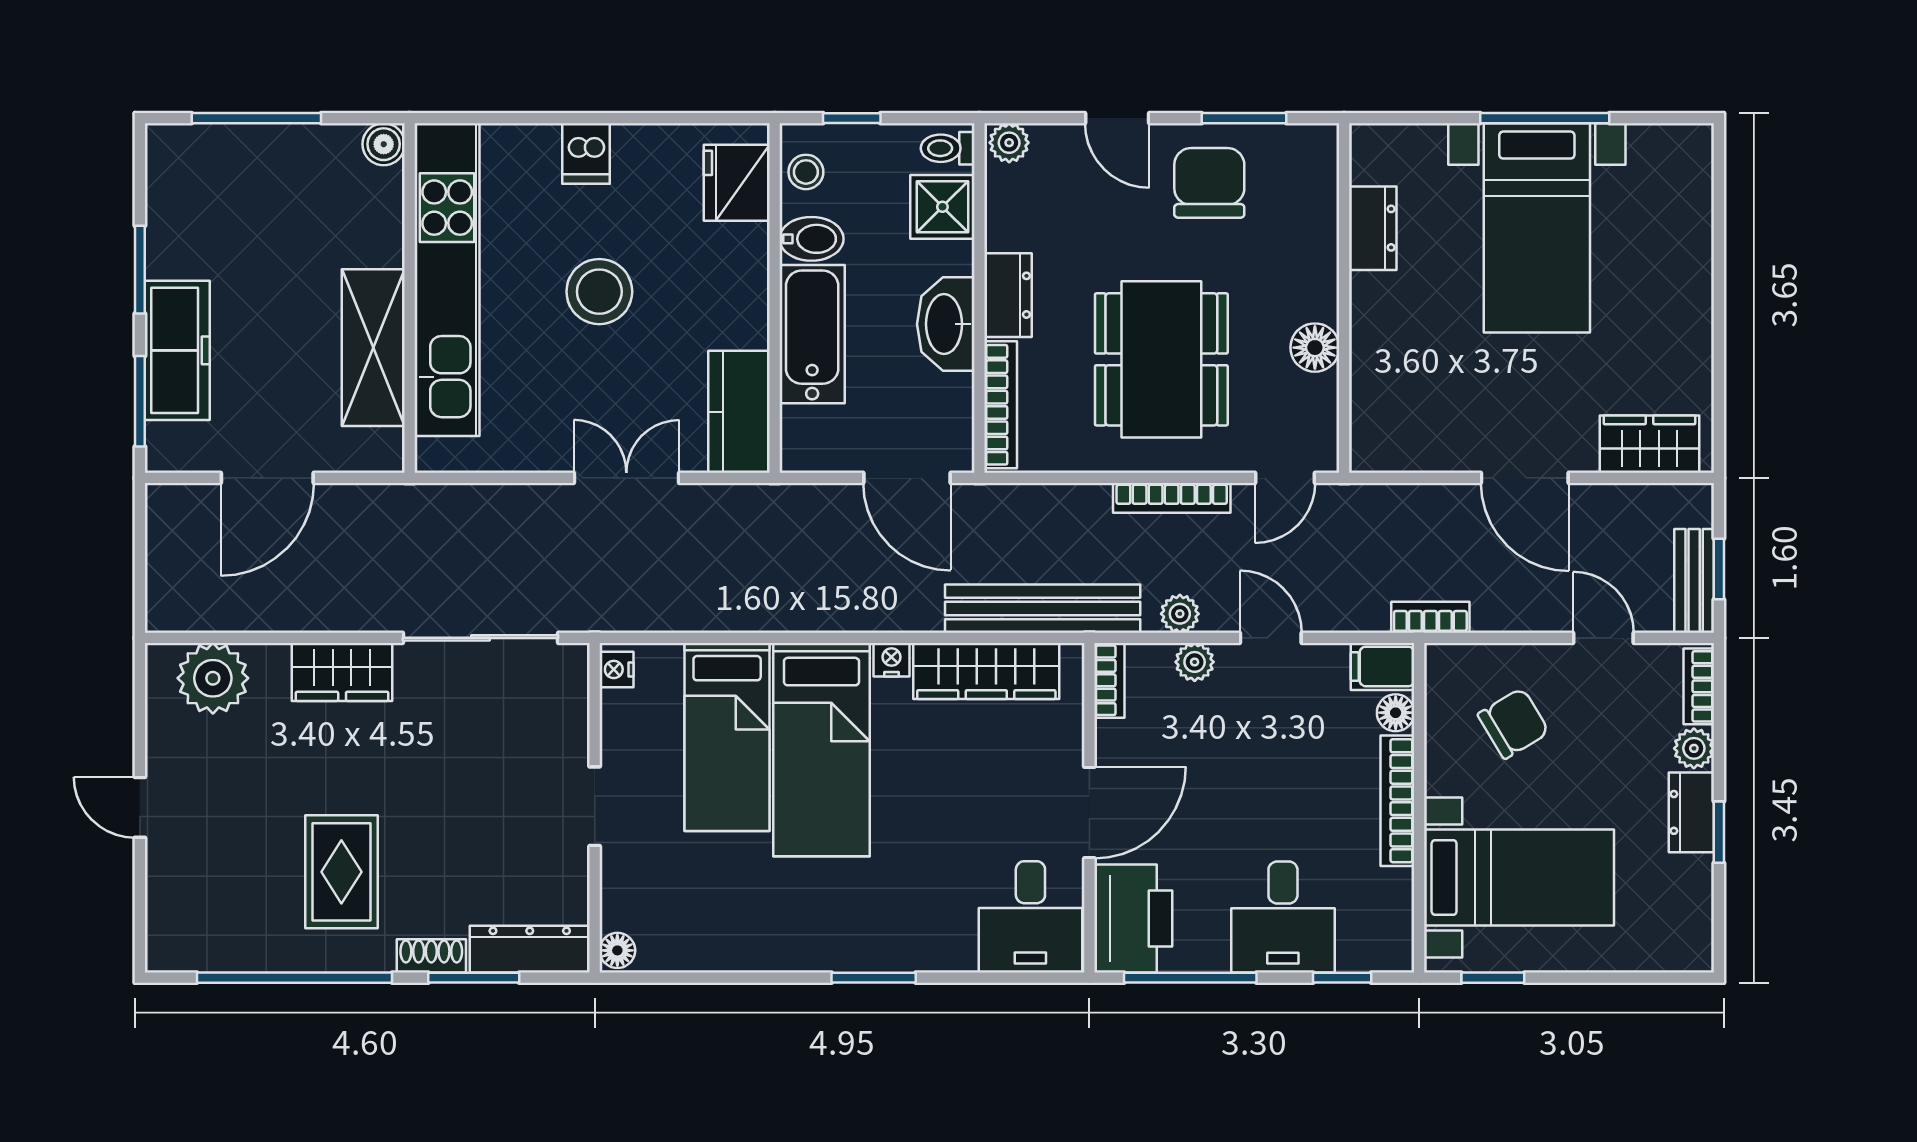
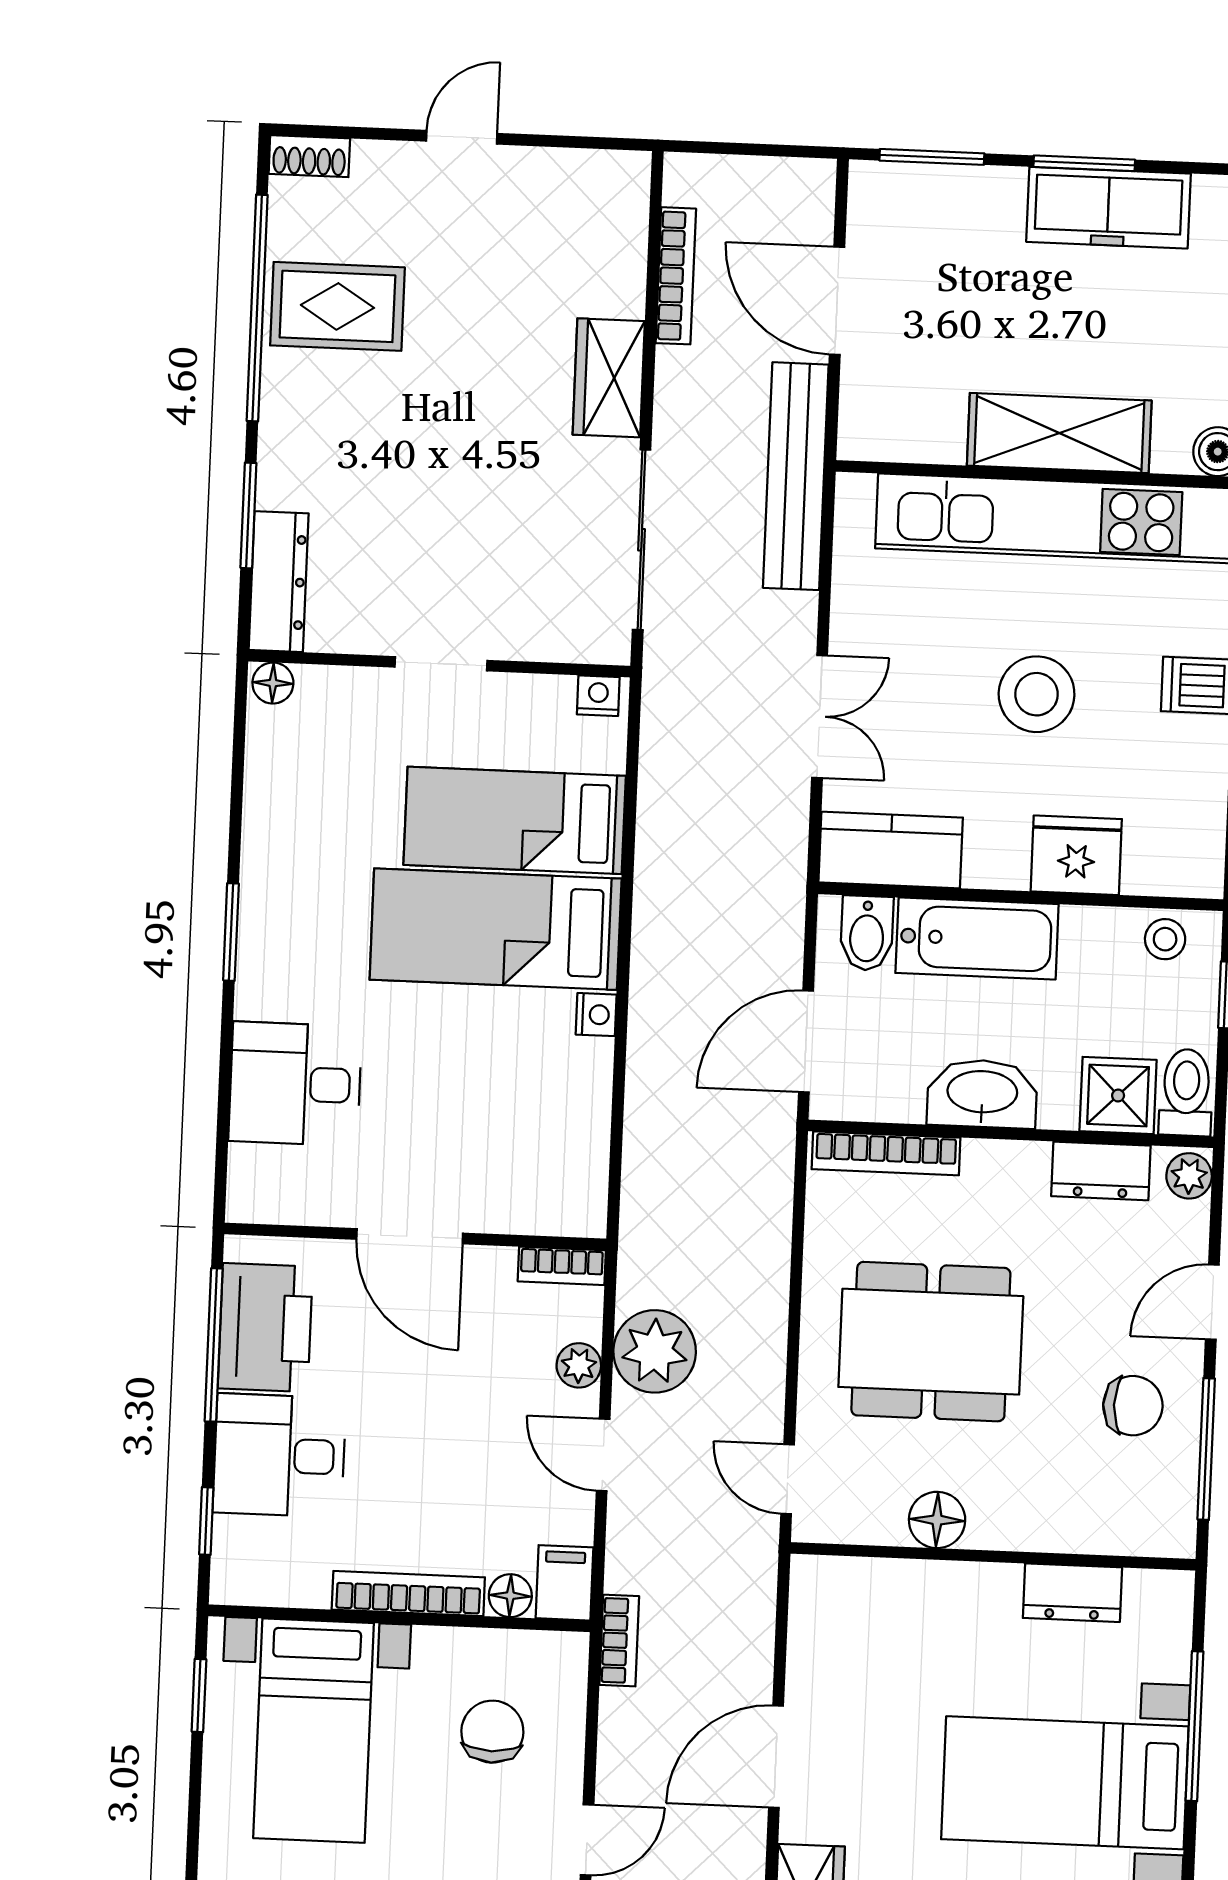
window: (1244, 118) -> (1206, 1449), width x1.44
window: (1545, 118) -> (1195, 1726), moved
toilet: (948, 148) -> (1186, 1092), width x1.37, depth x1.39
fridge: (737, 183) -> (1076, 855), moved
chair: (1209, 183) -> (1133, 1406), width x0.73, depth x0.73
bidet: (811, 239) -> (867, 933), moved
dresser: (1008, 295) -> (1101, 1171), moved
shelving: (373, 348) -> (1059, 433), moved
freezer: (177, 350) -> (1108, 208), moved
bookcase: (1172, 498) -> (676, 276), moved, turned 180
bench: (1043, 609) -> (796, 476), moved
plant: (1180, 614) -> (655, 1351), width x1.87, depth x1.87
door: (1271, 638) -> (603, 1455), swing flipped
wardrobe: (986, 671) -> (579, 1124), removed
plant: (213, 678) -> (608, 228), removed
chair: (1513, 723) -> (492, 1732), turned -149
rug: (341, 872) -> (337, 306), moved
desk: (1030, 917) -> (295, 1084), moved
printer: (1133, 918) -> (265, 1328), moved, turned -90
shoe rack: (431, 956) -> (309, 156), moved, turned 90
window: (874, 978) -> (231, 932), moved

